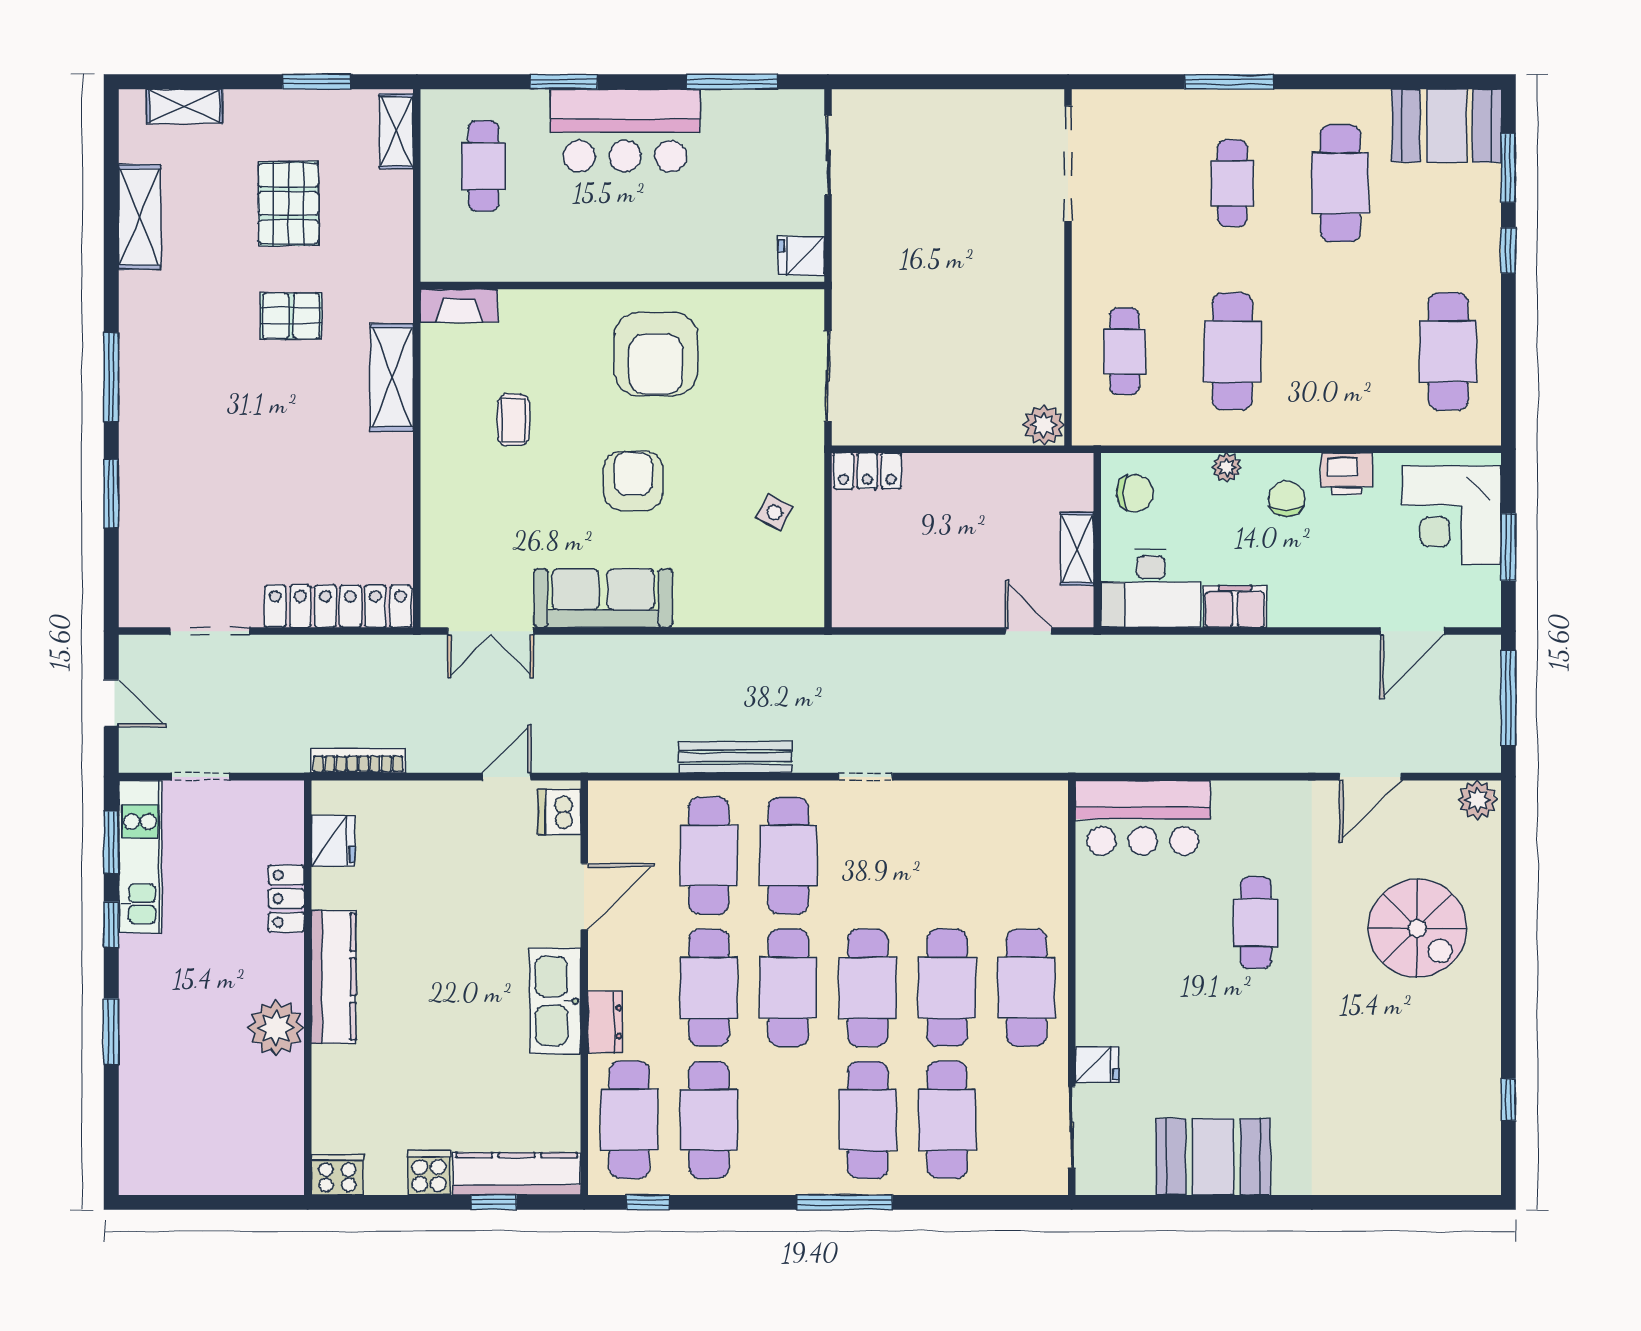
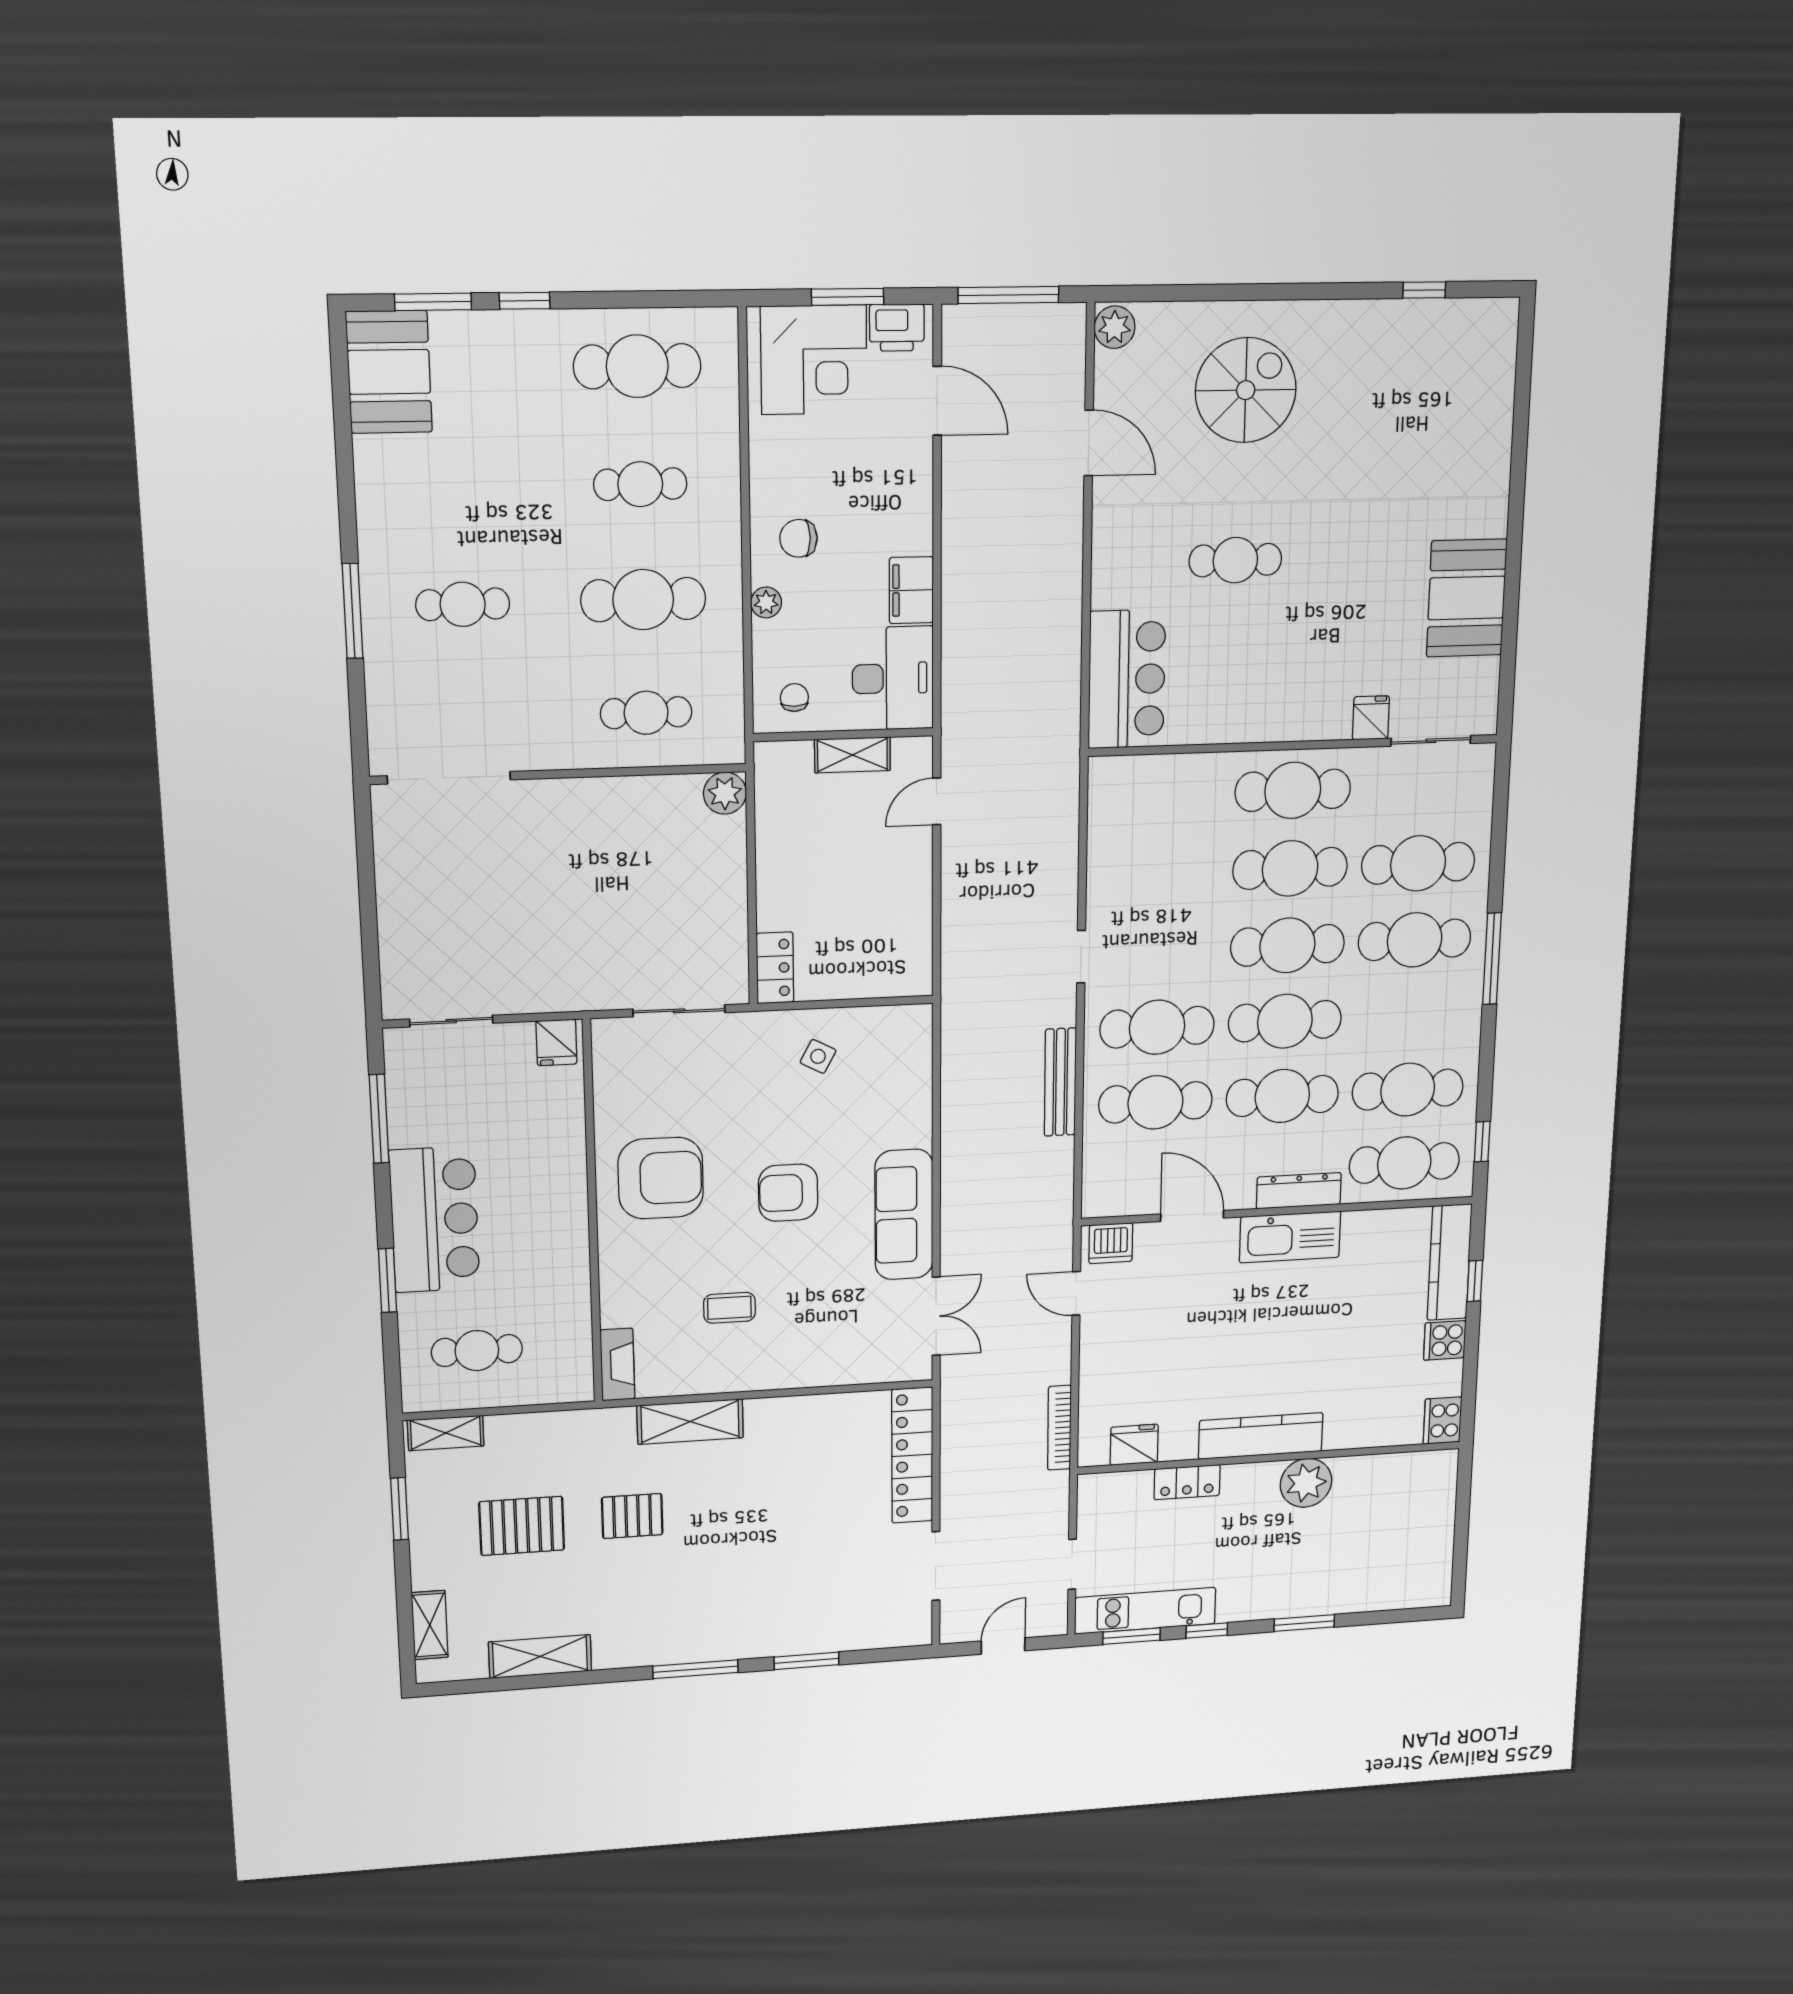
cafe table: (1340, 183) -> (640, 484), moved, width x0.73, depth x0.74
pallet: (291, 316) -> (632, 1516), turned 90
printer: (1347, 474) -> (897, 328), moved, turned 90
chair: (1135, 493) -> (794, 698), width x0.73, depth x0.73
dresser: (605, 1022) -> (1299, 1191), width x1.44

